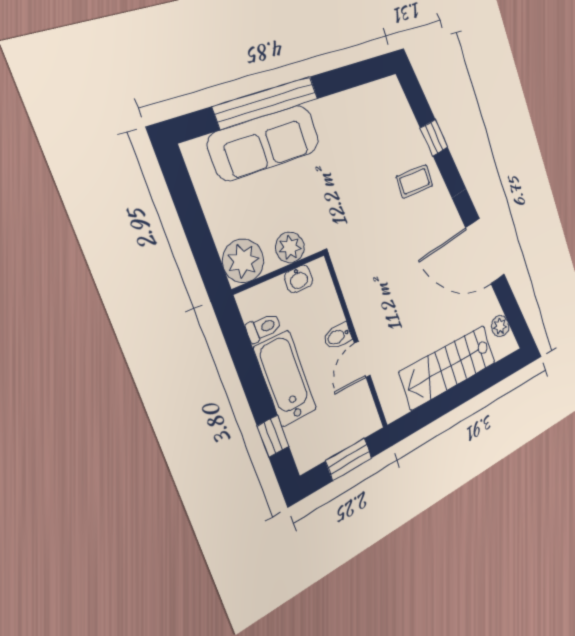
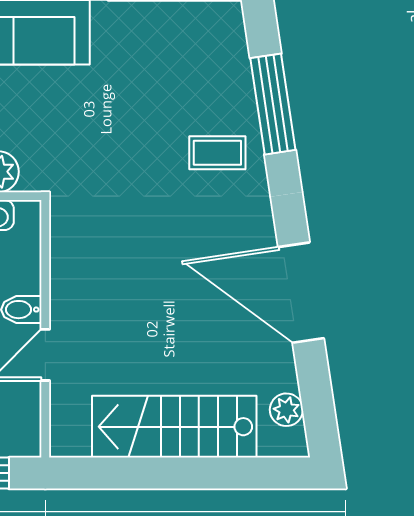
window: (434, 138) -> (273, 104), width x2.17

